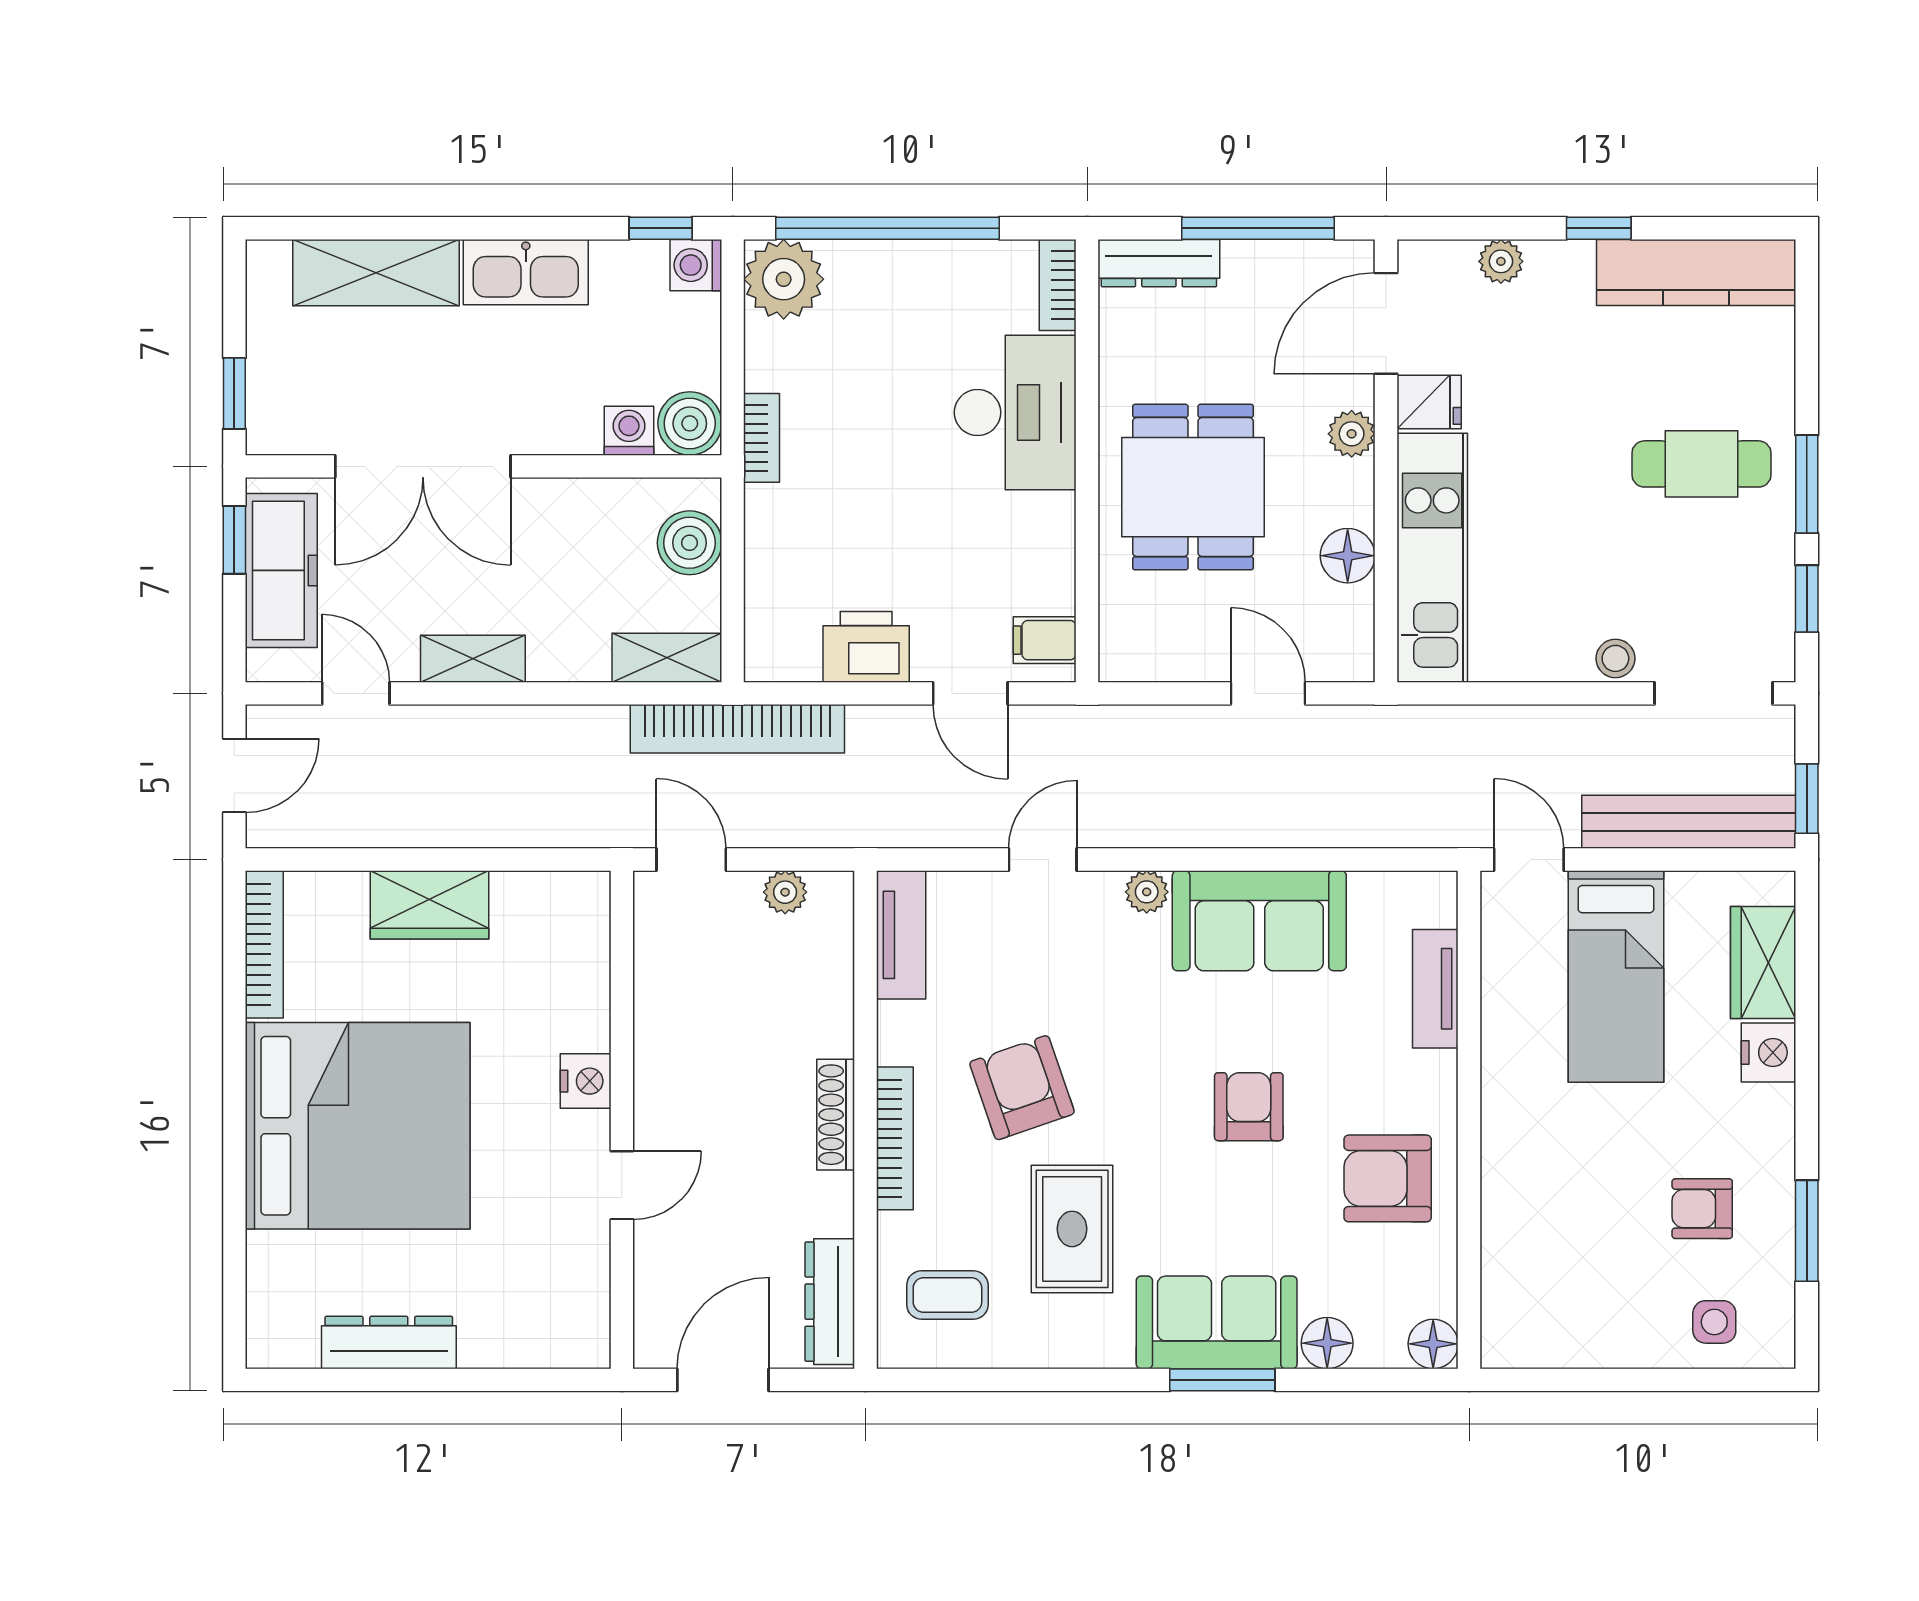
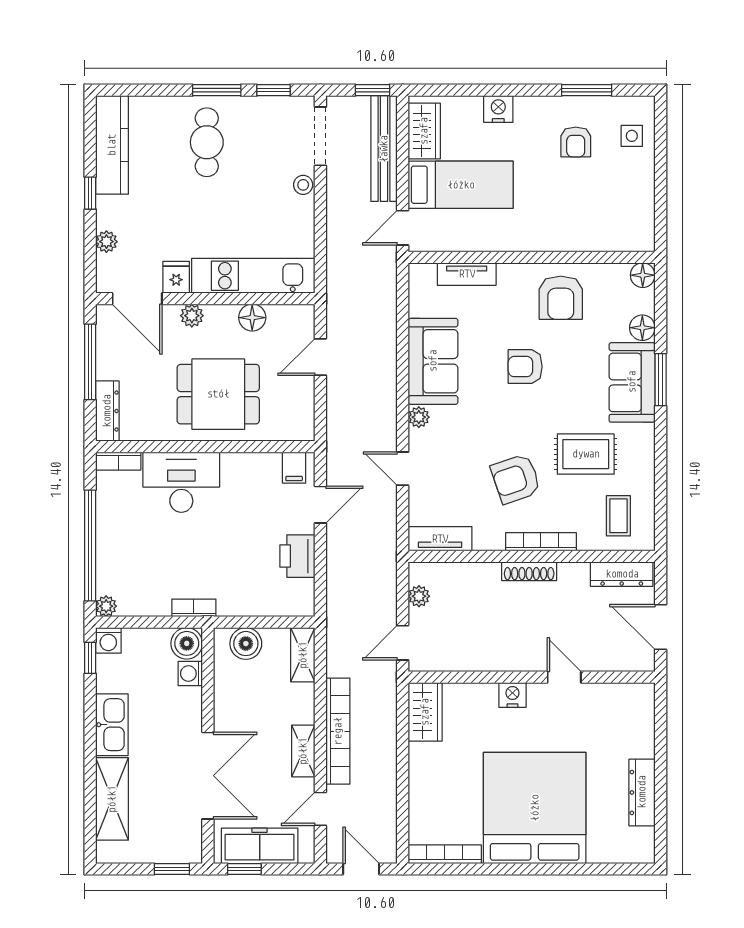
plant: (784, 279) -> (106, 606), width x0.53, depth x0.53
bookcase: (737, 729) -> (338, 731), moved
wardrobe: (429, 905) -> (425, 712), moved
wardrobe: (1763, 962) -> (424, 131), moved, turned -90

